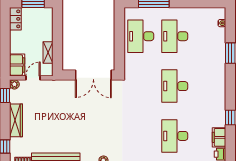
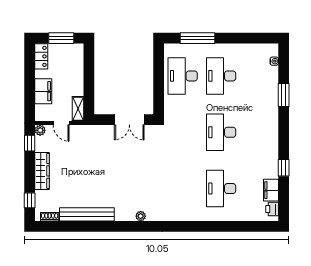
shelving: (48, 53) -> (78, 109), moved
filing cabinet: (17, 65) -> (43, 91), moved
double door: (93, 75) -> (129, 120), width x0.73
door: (33, 78) -> (61, 123), swing flipped

